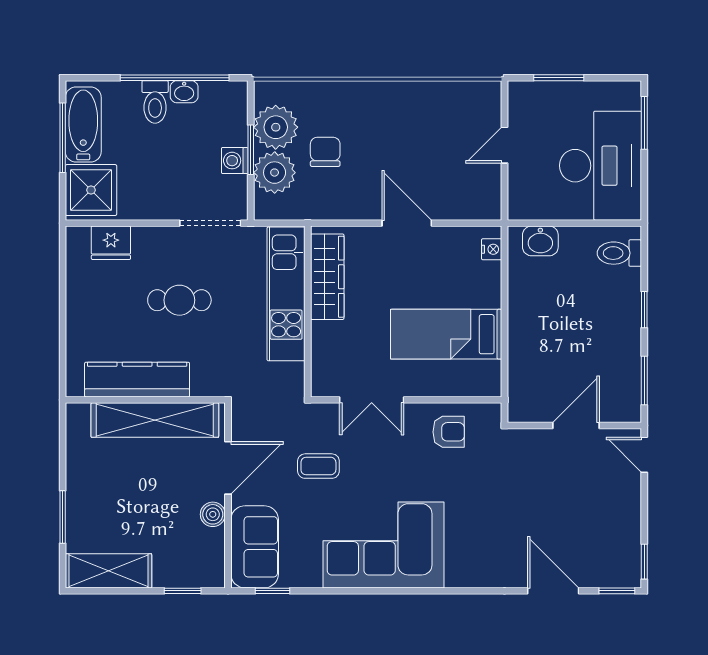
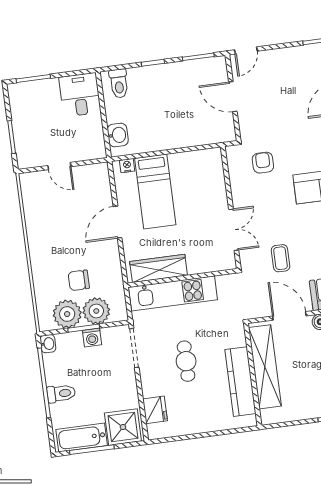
washbasin: (184, 92) -> (48, 344), moved
desk: (600, 166) -> (80, 95), width x0.53, depth x0.77
bed: (446, 334) -> (155, 191), moved
armchair: (449, 432) -> (263, 163), moved

